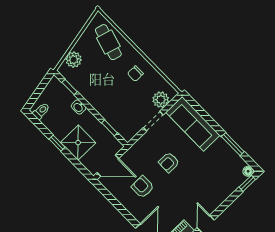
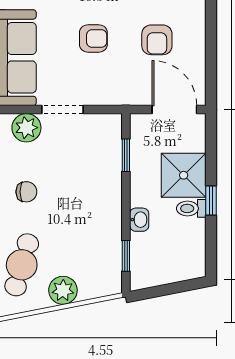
plant: (74, 60) -> (63, 290), moved
toilet: (41, 111) -> (191, 208), moved

